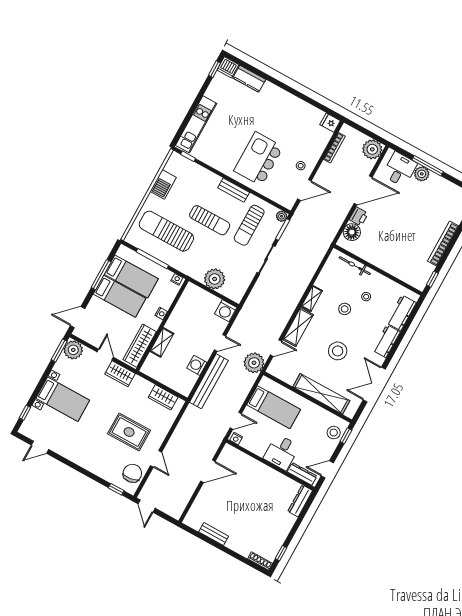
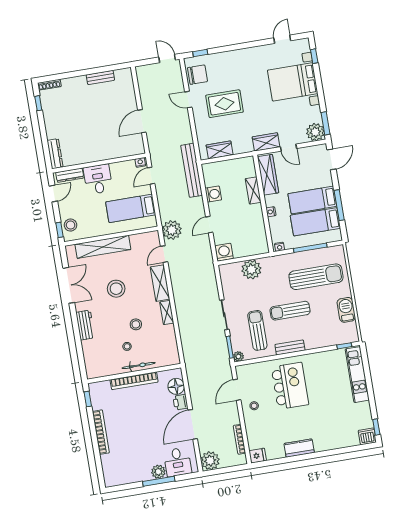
kitchen counter: (249, 79) -> (299, 448), moved
bookcase: (383, 264) -> (134, 381), added
bicycle: (355, 266) -> (139, 365), moved
workbench: (401, 313) -> (91, 355), removed
bench: (209, 381) -> (192, 170), moved
bed with nightstands: (63, 399) -> (293, 82), width x1.36
chair: (132, 473) -> (197, 75), turned -82

